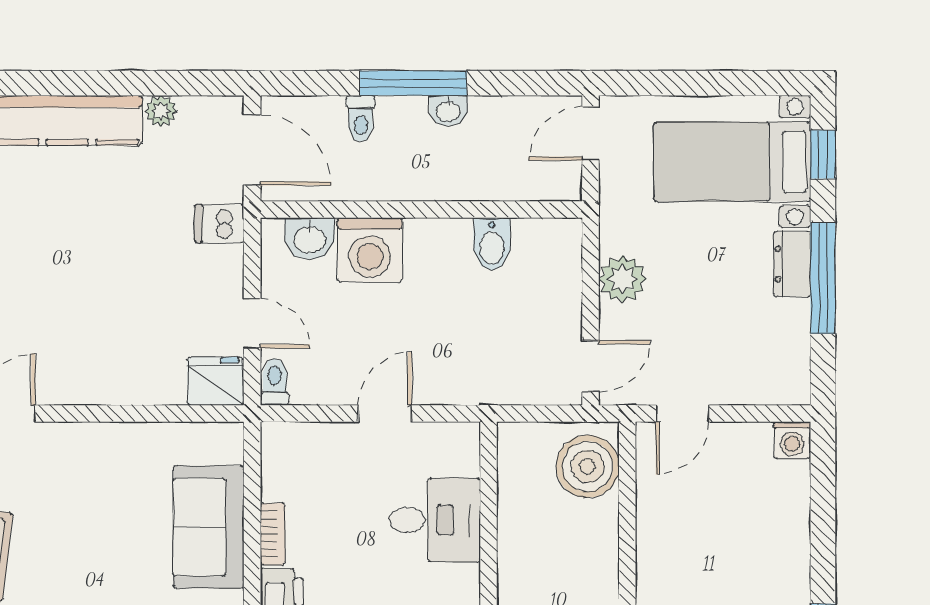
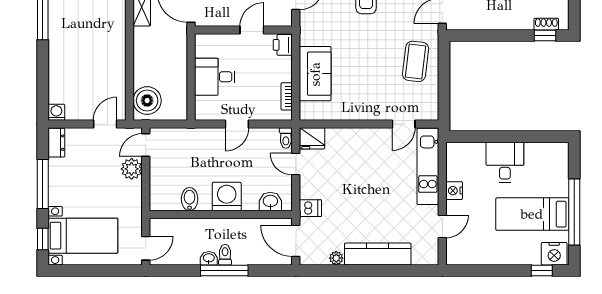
toilet: (361, 119) -> (225, 255), moved
washing machine: (370, 250) -> (227, 196), moved
dresser: (792, 264) -> (56, 143), moved
plant: (623, 279) -> (132, 169), moved
bookcase: (273, 534) -> (287, 96), moved

